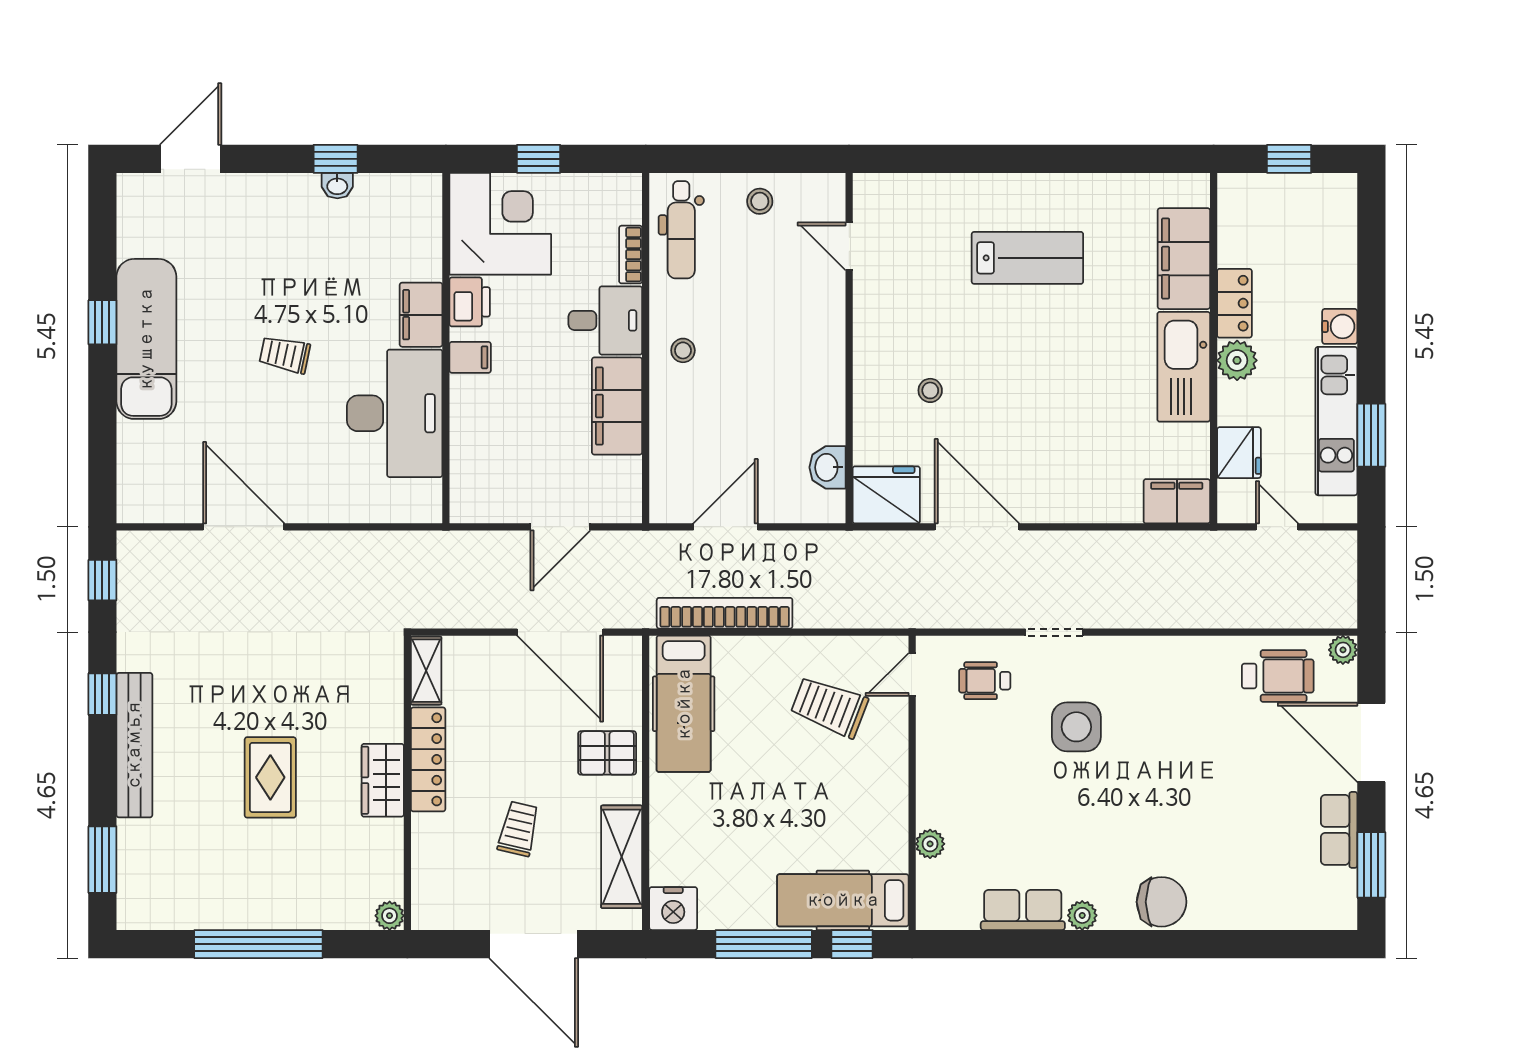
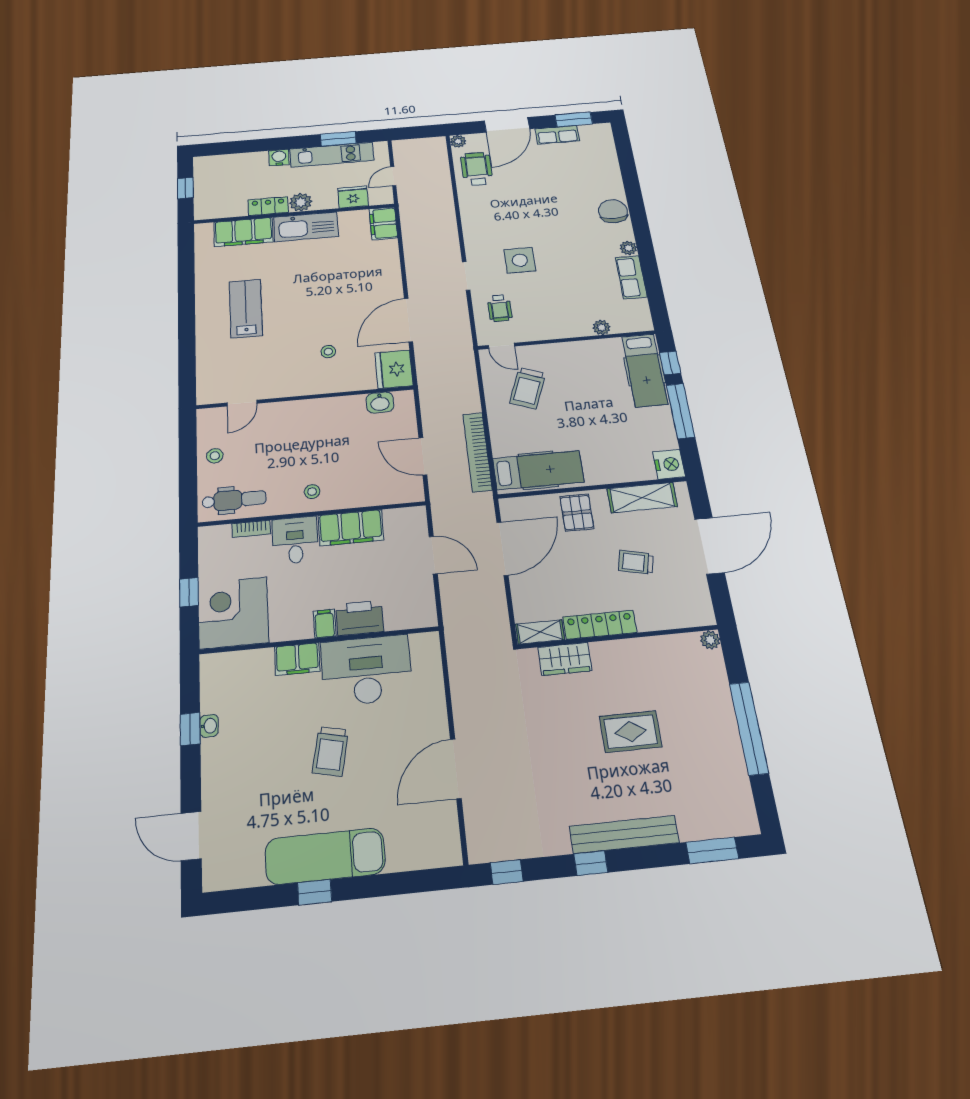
printer: (470, 302) -> (360, 618), moved, width x1.37, depth x1.19
trolley: (285, 355) -> (330, 751), width x1.36, depth x1.39
wardrobe: (383, 780) -> (565, 659), moved

